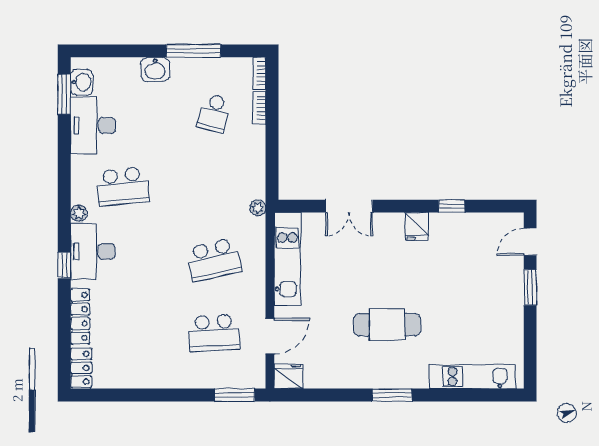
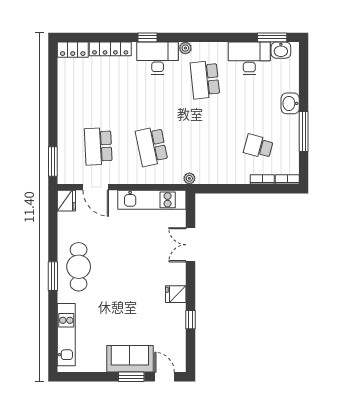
sofa: (505, 289) -> (130, 359), added
cafe table: (387, 325) -> (79, 267), moved

